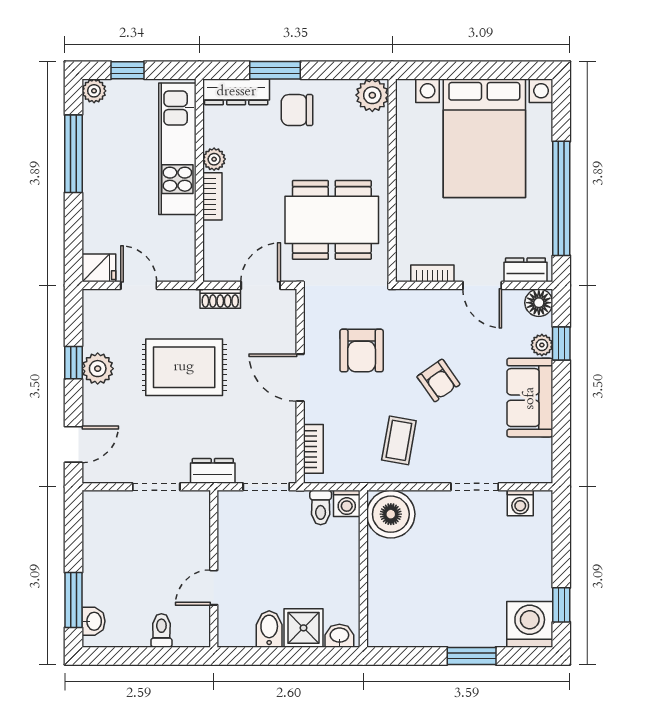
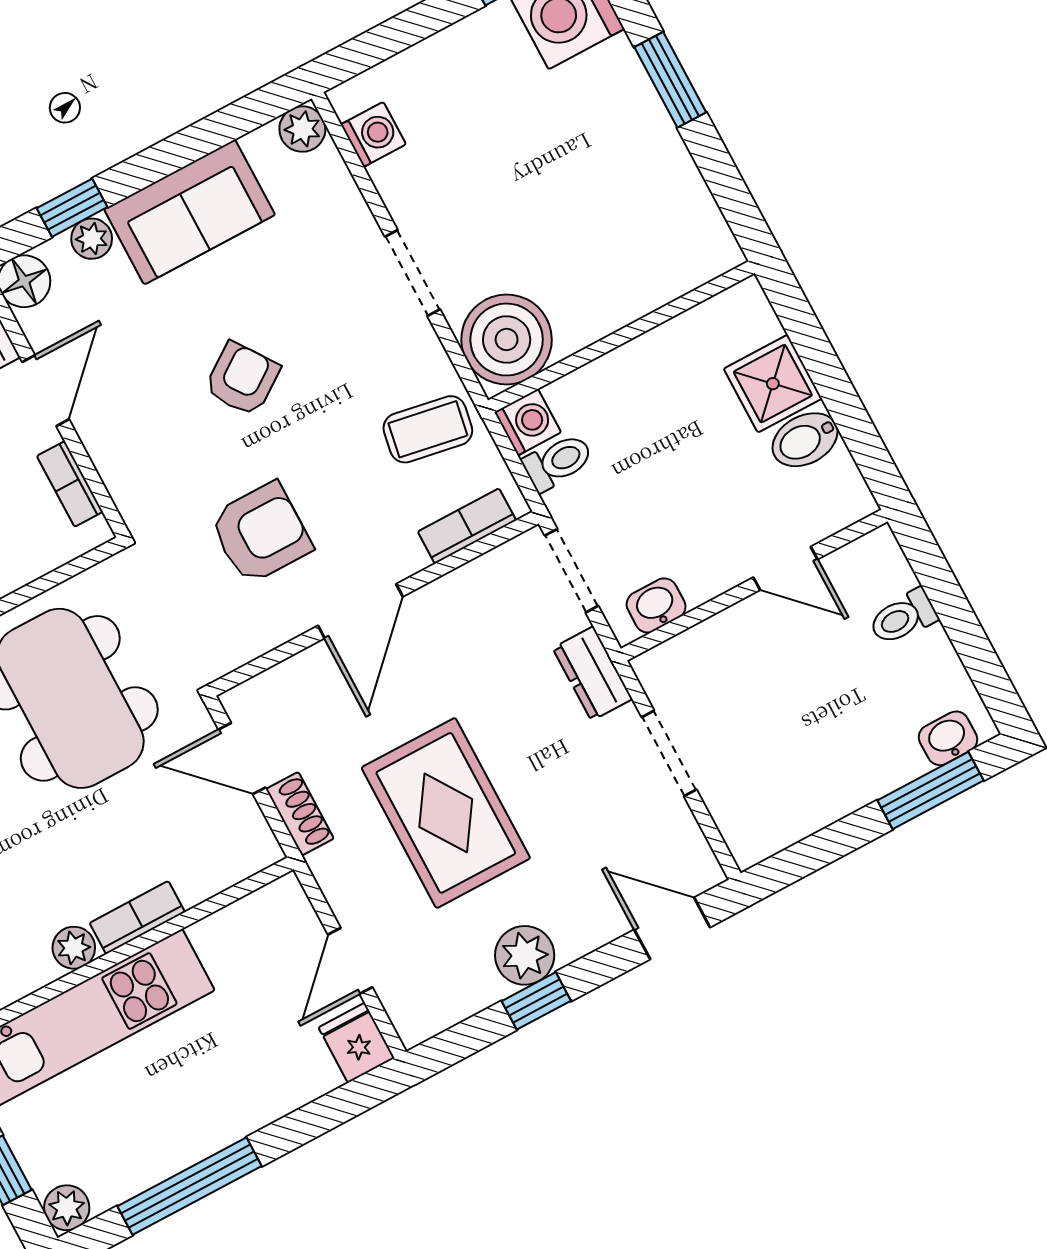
coffee table: (399, 440) -> (428, 429), moved
plant: (541, 471) -> (302, 129), added
doorway: (475, 487) -> (413, 273), moved
washbasin: (339, 636) -> (656, 605), moved, turned 90

